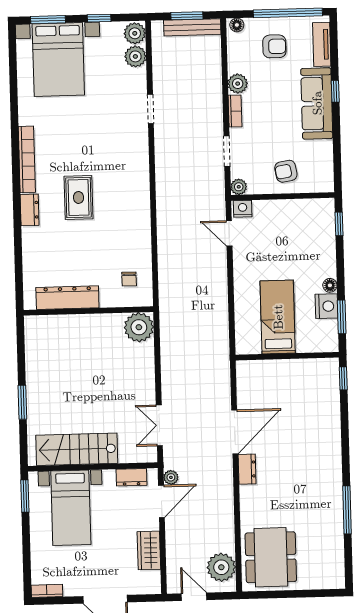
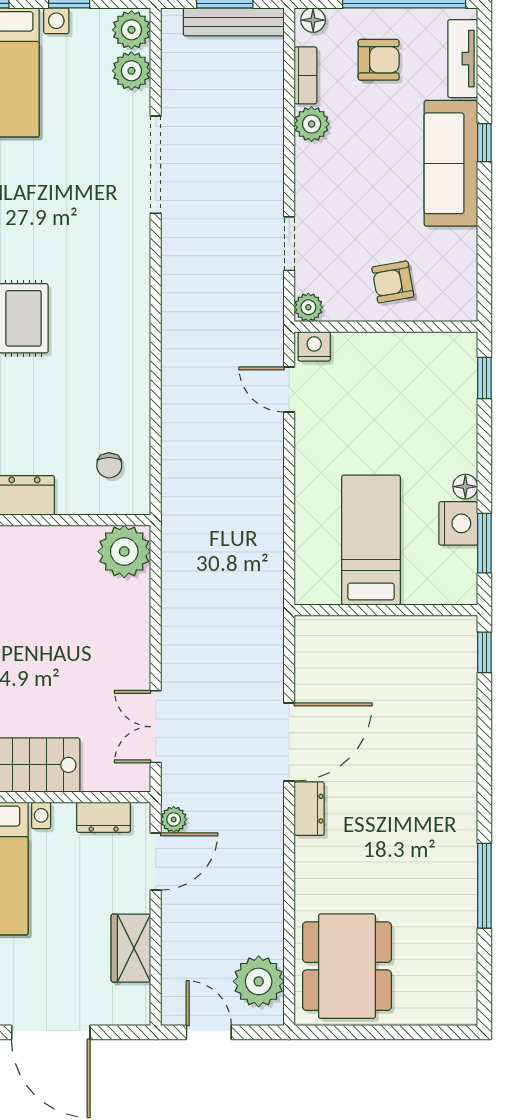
doorway: (150, 109) -> (156, 165), width x1.88
bookcase: (235, 111) -> (306, 75), moved

